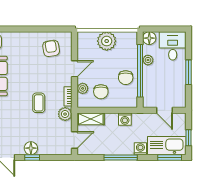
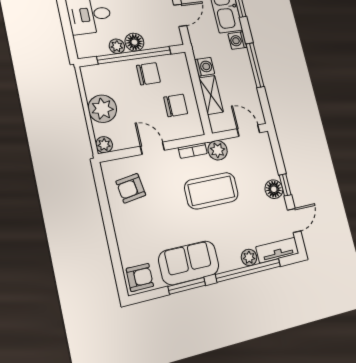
floor lamp: (149, 38) -> (134, 42), moved
plant: (83, 88) -> (104, 145), moved
coffee table: (39, 103) -> (211, 191), width x1.86, depth x1.72
shelving: (91, 119) -> (211, 95), moved

